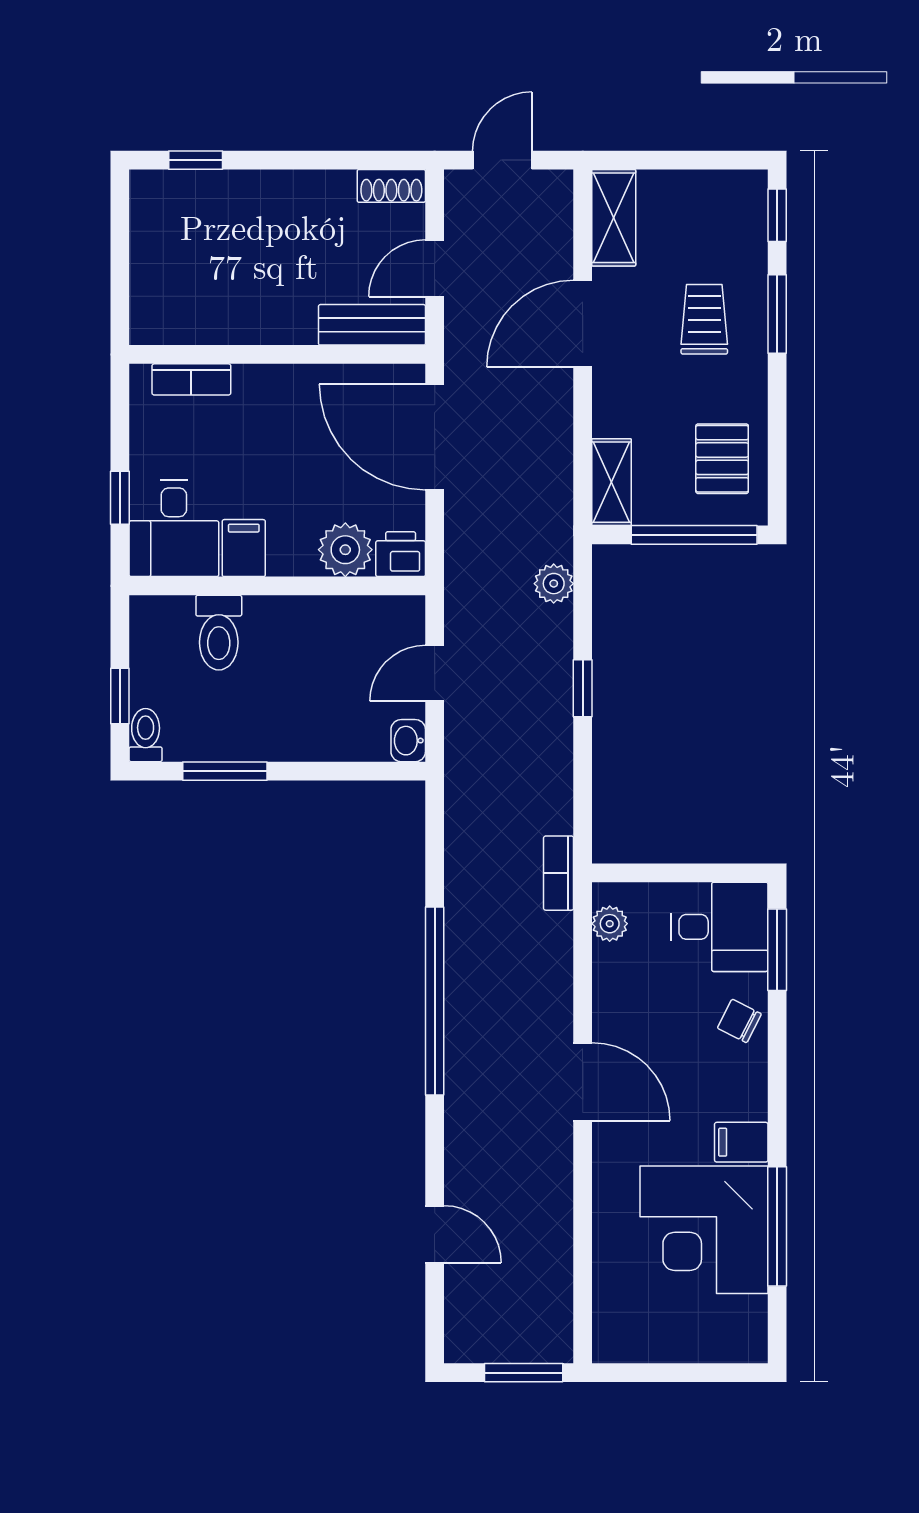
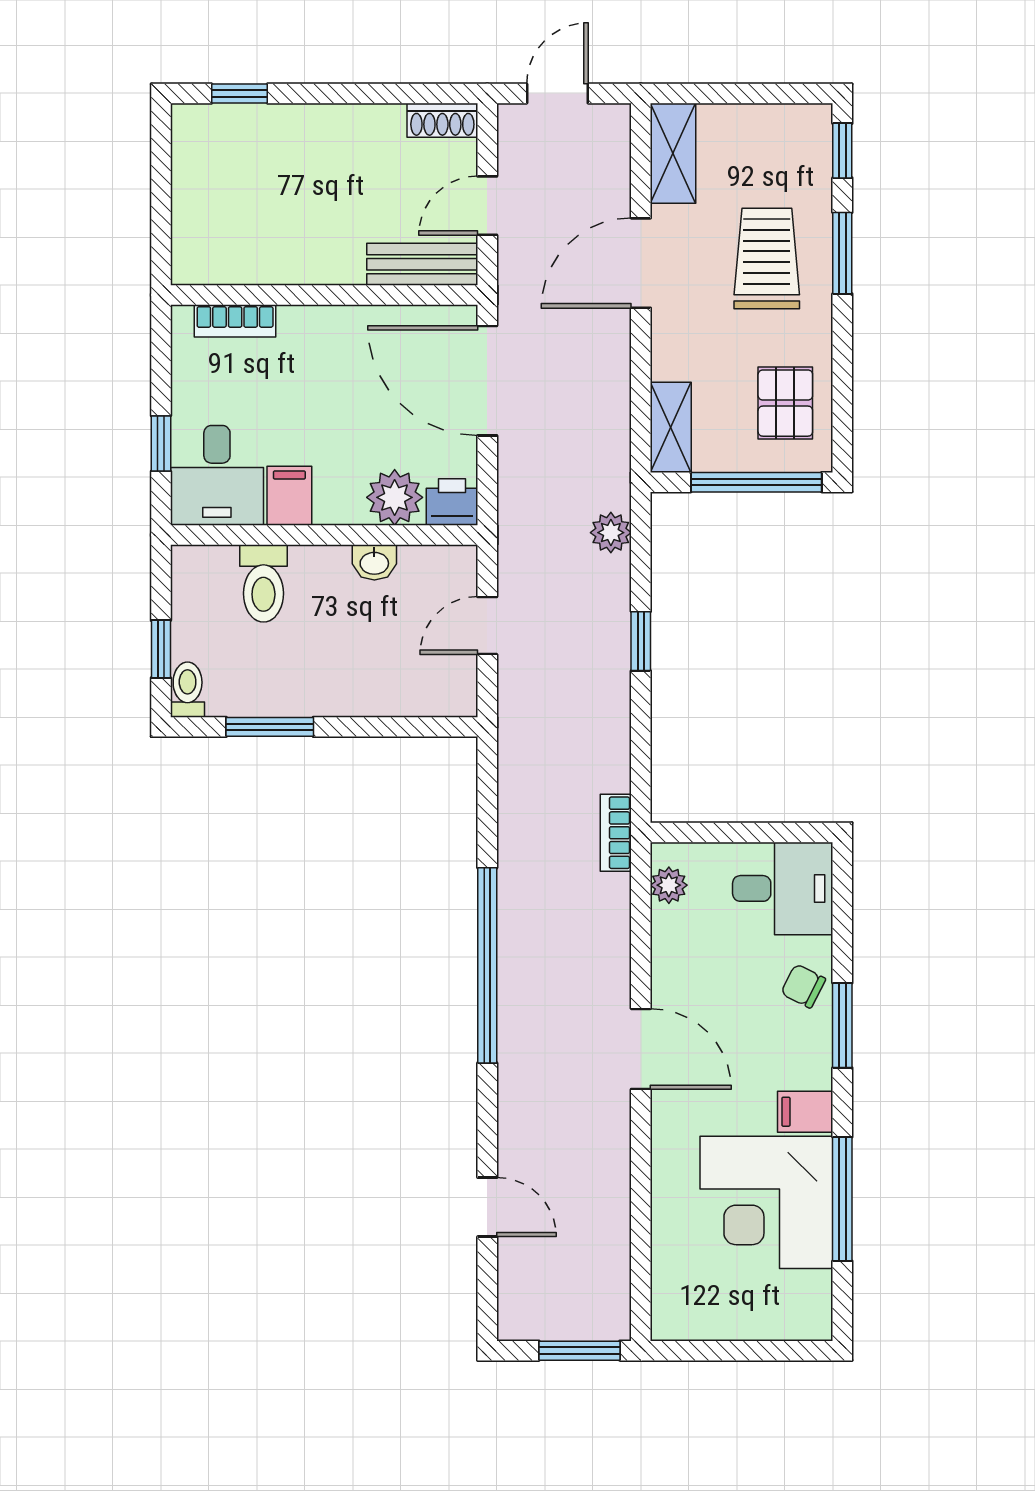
trolley: (704, 319) -> (767, 259), width x1.36, depth x1.39
washbasin: (408, 741) -> (374, 562), moved, turned -90
window: (777, 950) -> (842, 1025), moved

